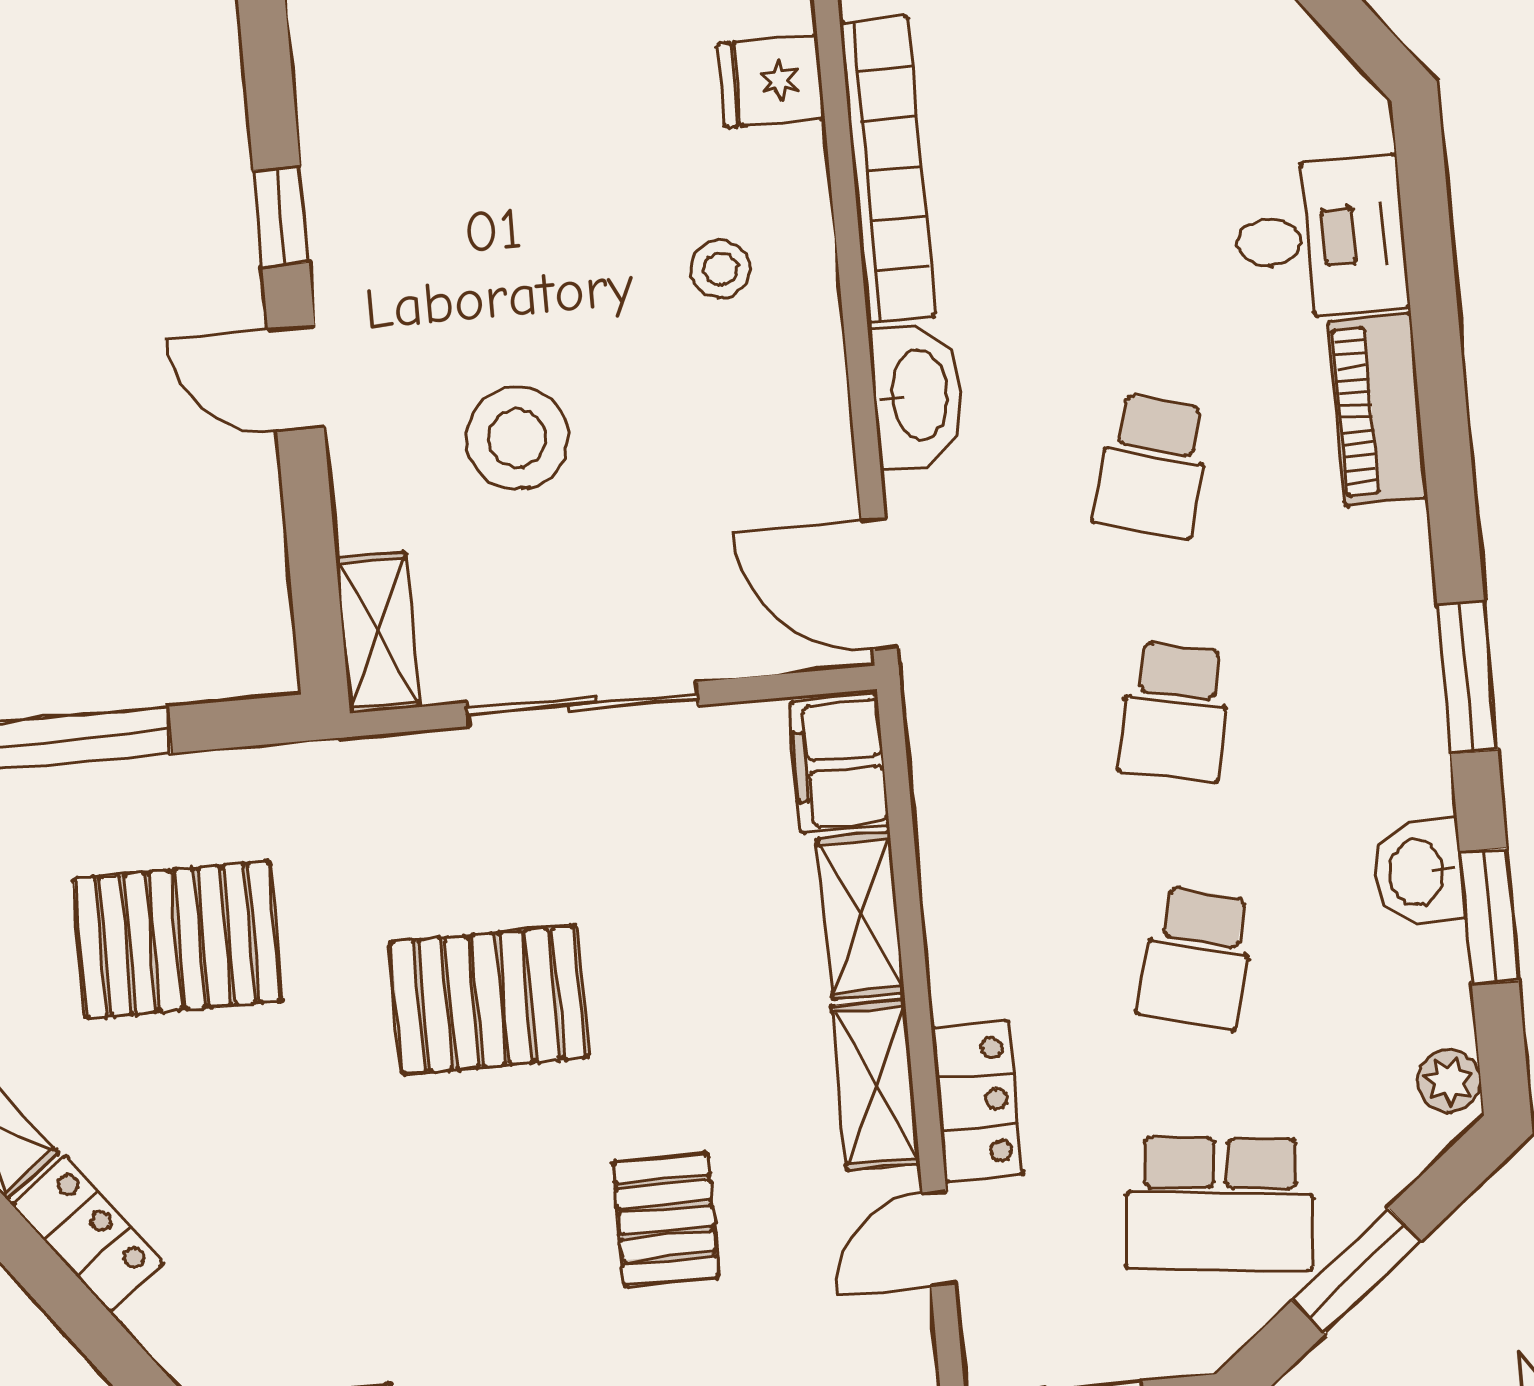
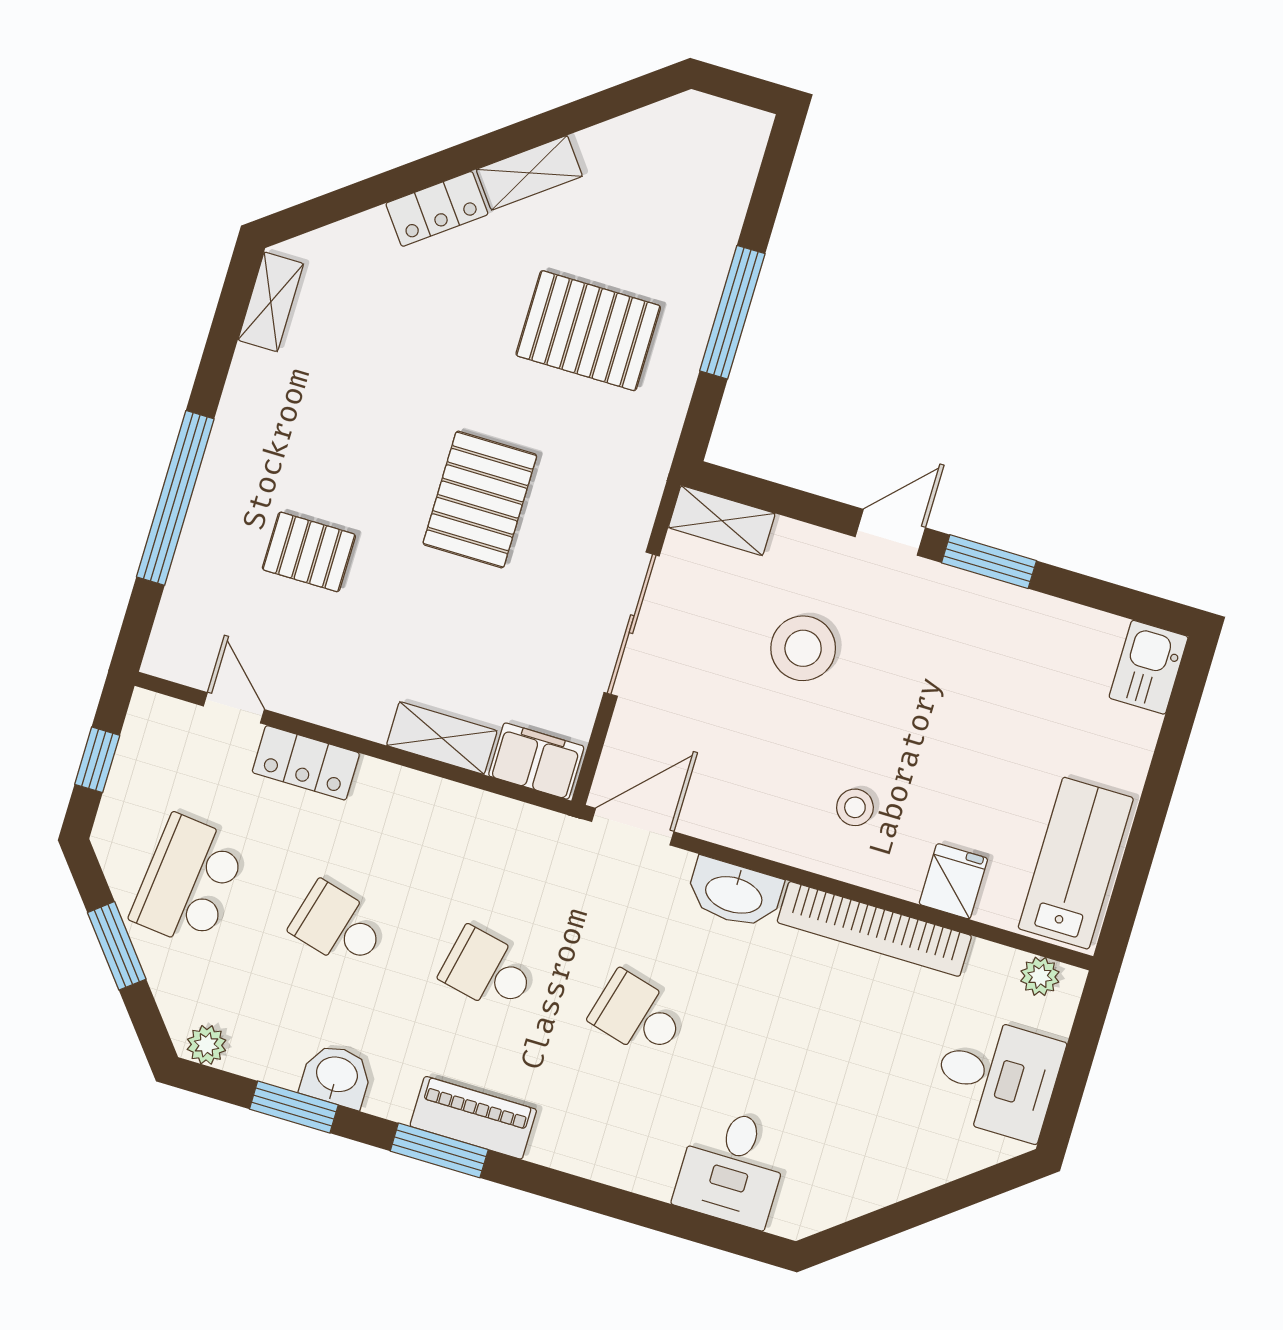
window: (281, 216) -> (989, 562), width x1.50
piano: (1378, 410) -> (473, 1118), moved
pallet: (177, 940) -> (588, 331), turned 90
shelving: (876, 1085) -> (339, 707), removed

